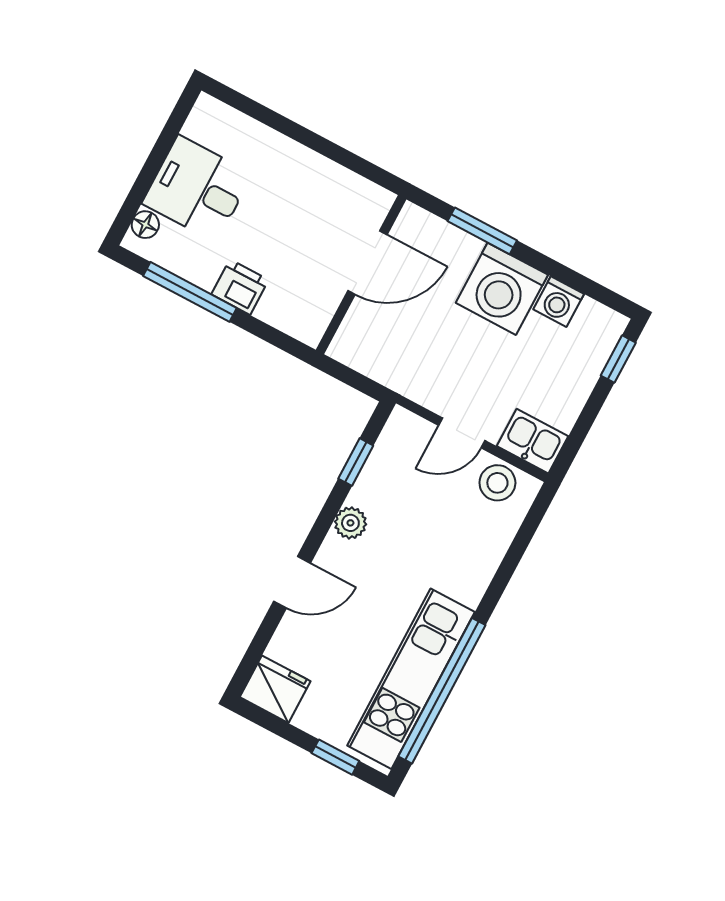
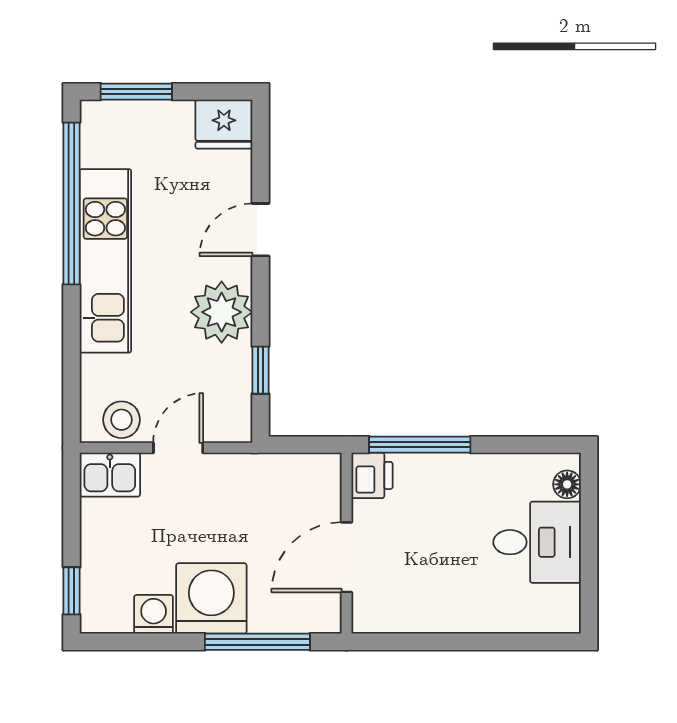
window: (482, 231) -> (257, 642), width x1.44
printer: (240, 287) -> (372, 475), moved, turned -90
window: (190, 292) -> (420, 445), moved
plant: (350, 523) -> (222, 312), width x1.88, depth x1.88
kitchen unit: (411, 679) -> (105, 261), moved
window: (335, 757) -> (136, 92), width x1.50

